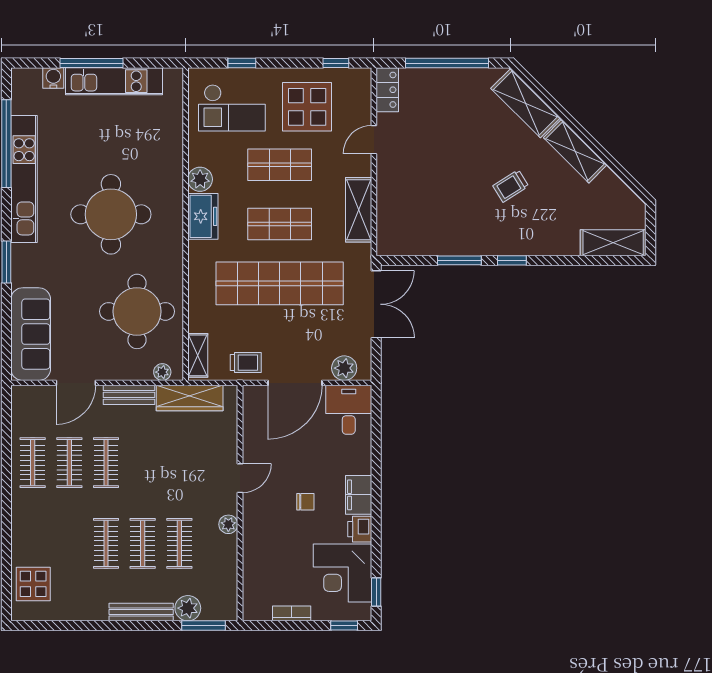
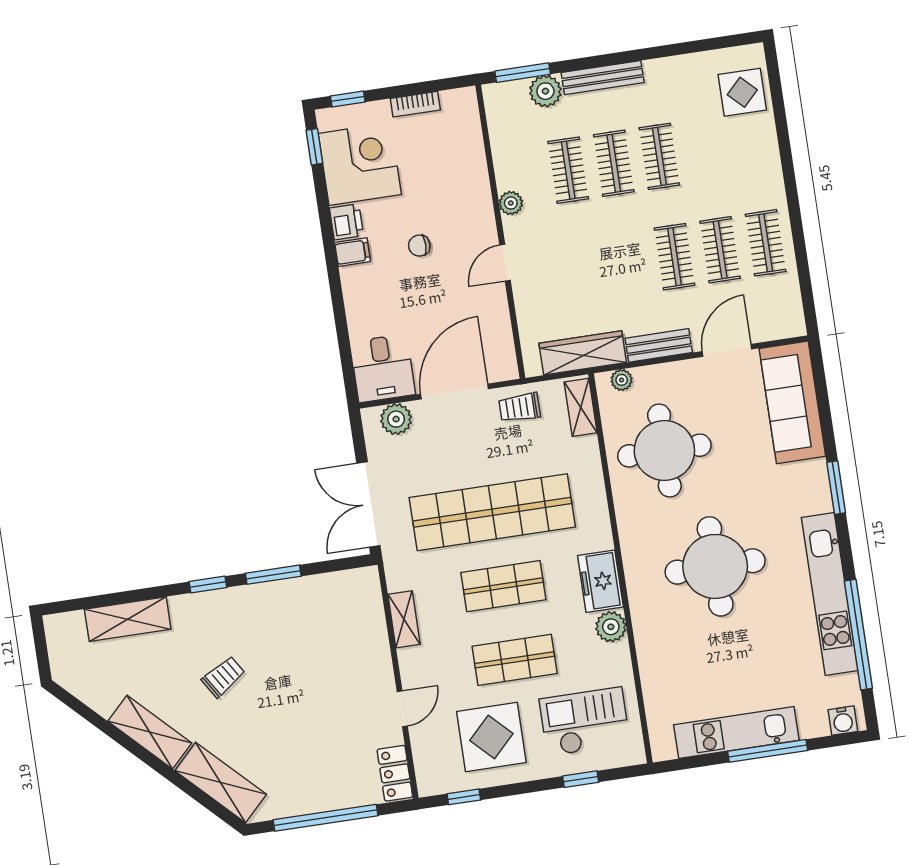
water cooler: (53, 78) -> (843, 721), moved
shelving: (359, 210) -> (404, 619), width x0.67, depth x0.75
shelving: (613, 243) -> (128, 619), moved
filing cabinet: (359, 495) -> (353, 252), width x0.50

